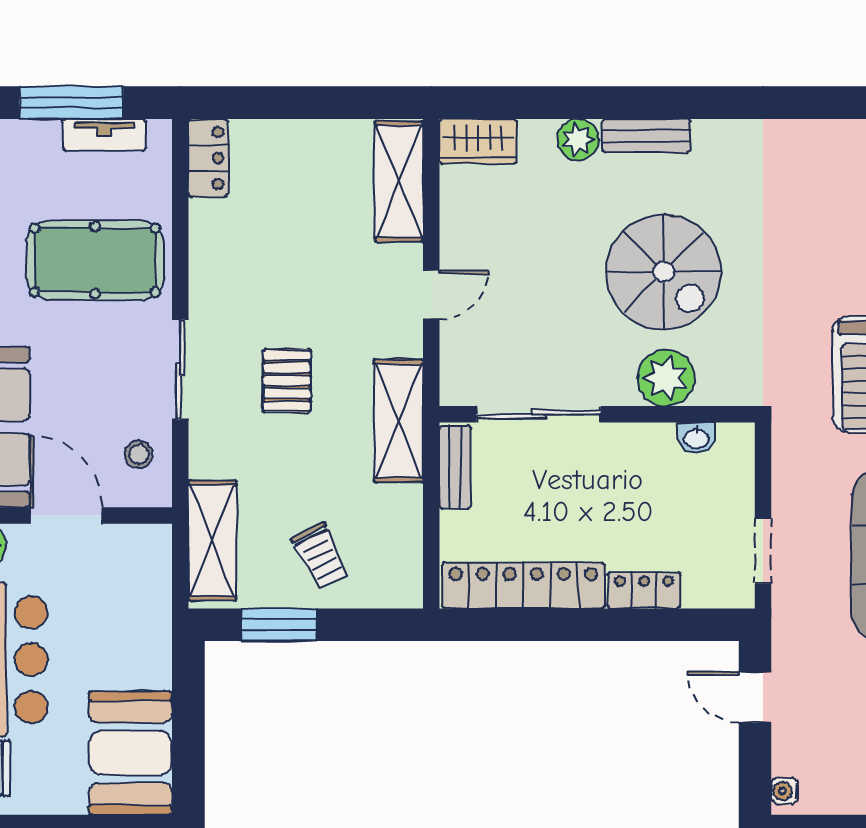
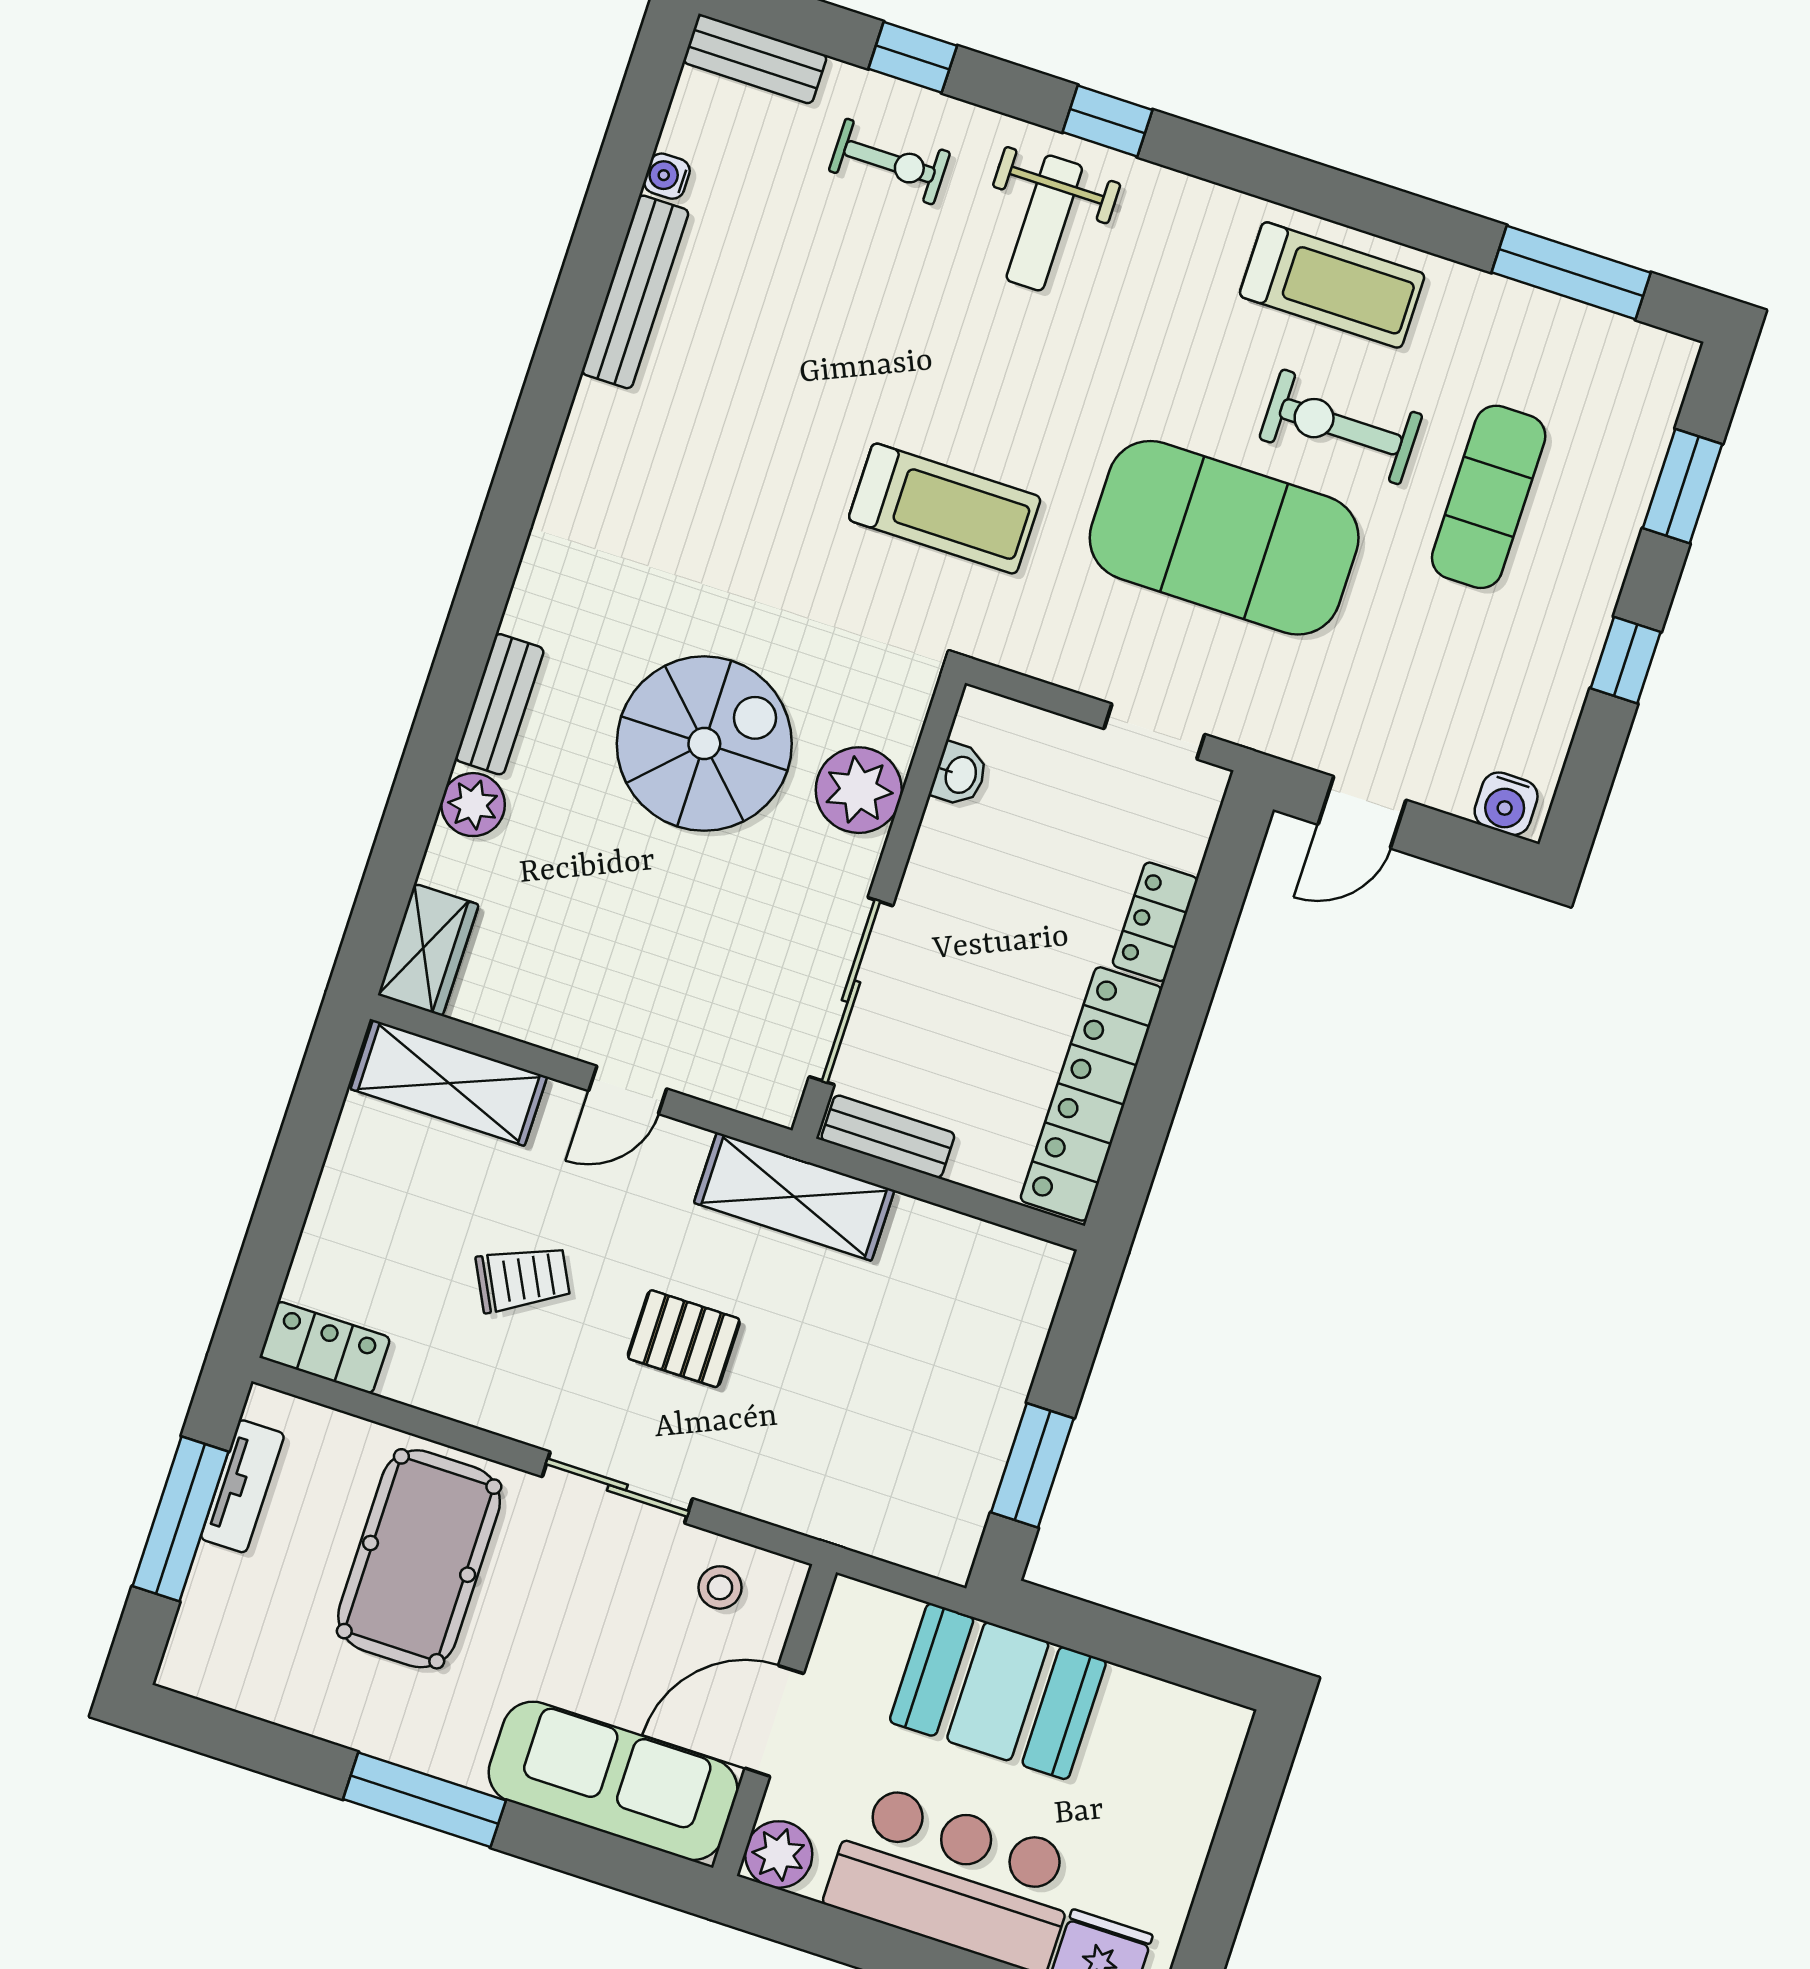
door: (431, 295) -> (628, 1090), swing flipped
shelving: (212, 541) -> (879, 1522), removed
trolley: (320, 556) -> (523, 1279), moved
booth: (131, 753) -> (998, 1691), moved
water cooler: (785, 791) -> (1506, 804), width x1.38, depth x1.38

